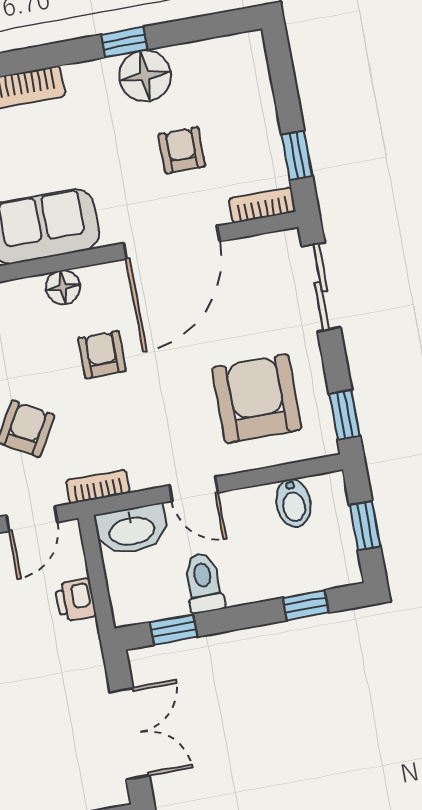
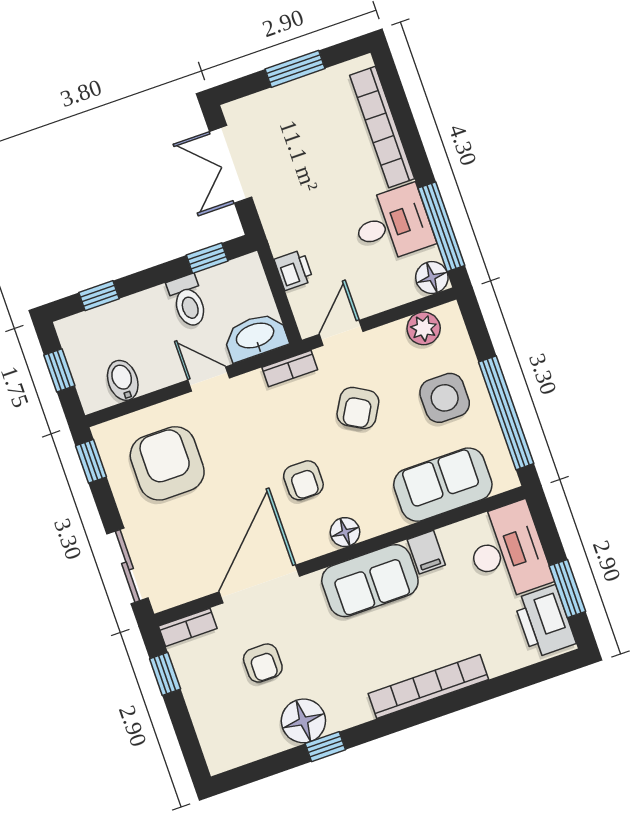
armchair: (257, 399) -> (167, 463), turned 180

